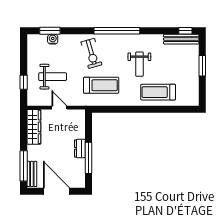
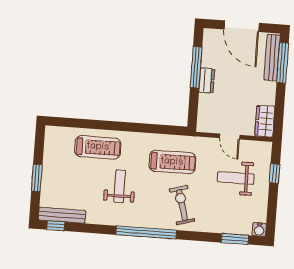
water cooler: (53, 39) -> (259, 230), moved
treadmill: (101, 85) -> (172, 162), turned 180
wardrobe: (34, 127) -> (265, 121), width x0.67
bench: (32, 174) -> (272, 58), width x1.36

